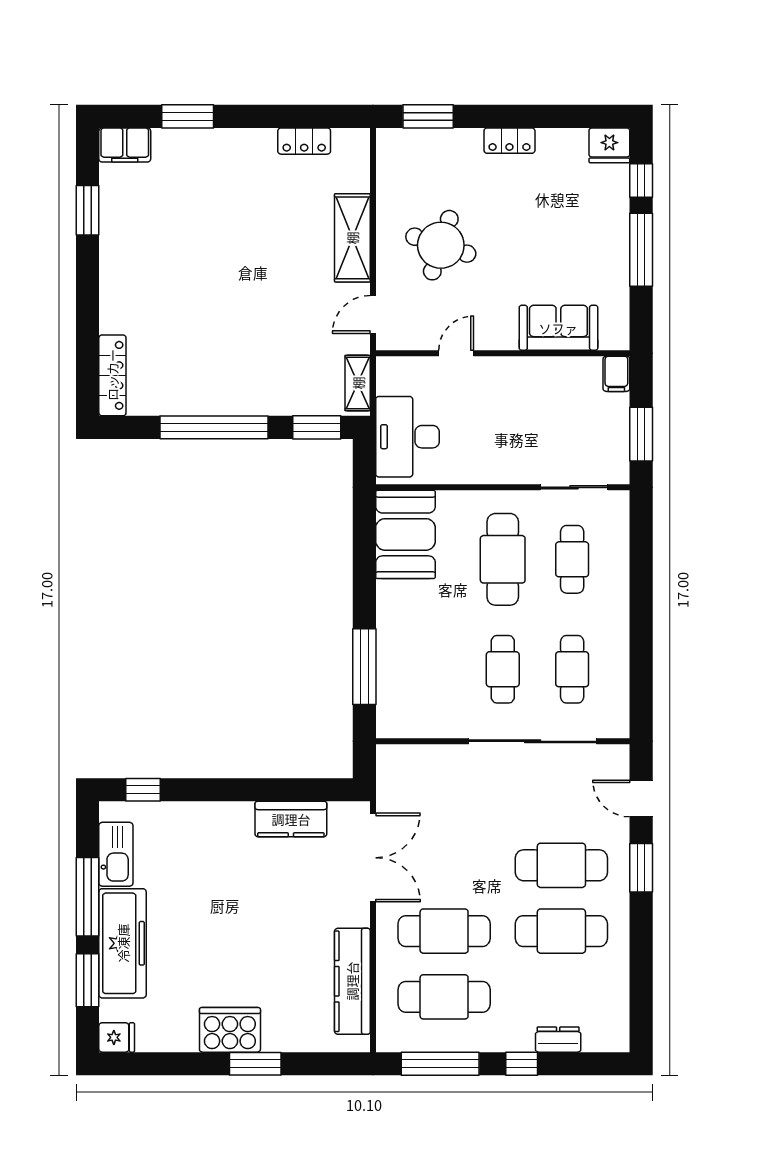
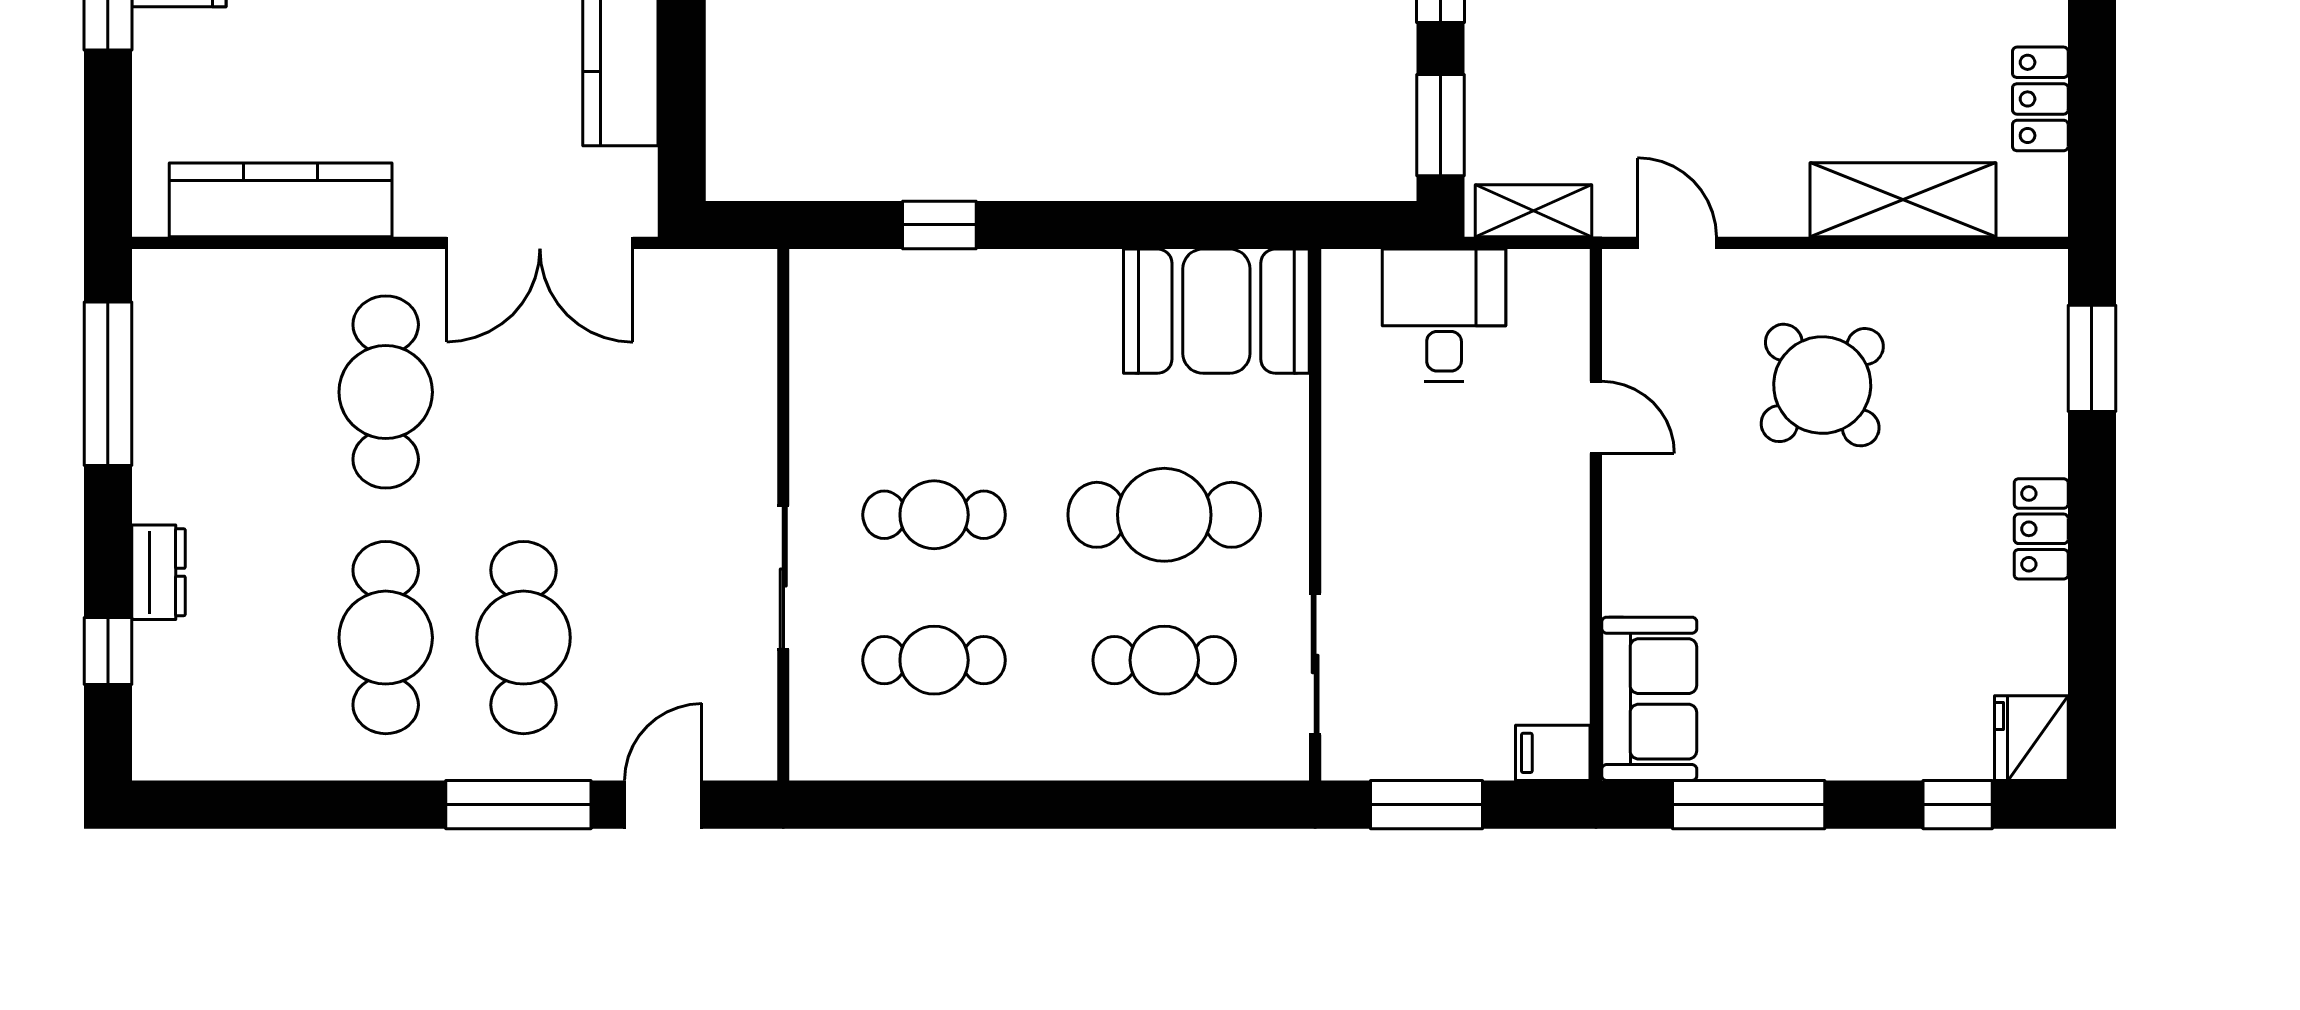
shelving: (352, 238) -> (1903, 200), moved
round table: (441, 245) -> (1822, 385), turned 30
window: (641, 250) -> (1749, 805), moved
sofa: (558, 328) -> (1649, 699), moved
desk: (408, 437) -> (1444, 315), width x0.73
window: (364, 667) -> (939, 225), width x0.46
sliding door: (533, 741) -> (783, 577), width x0.54
window: (641, 868) -> (518, 805), width x1.44
cafe table: (444, 997) -> (248, 392), removed
dresser: (558, 1040) -> (159, 572), moved
window: (522, 1064) -> (108, 651), moved

